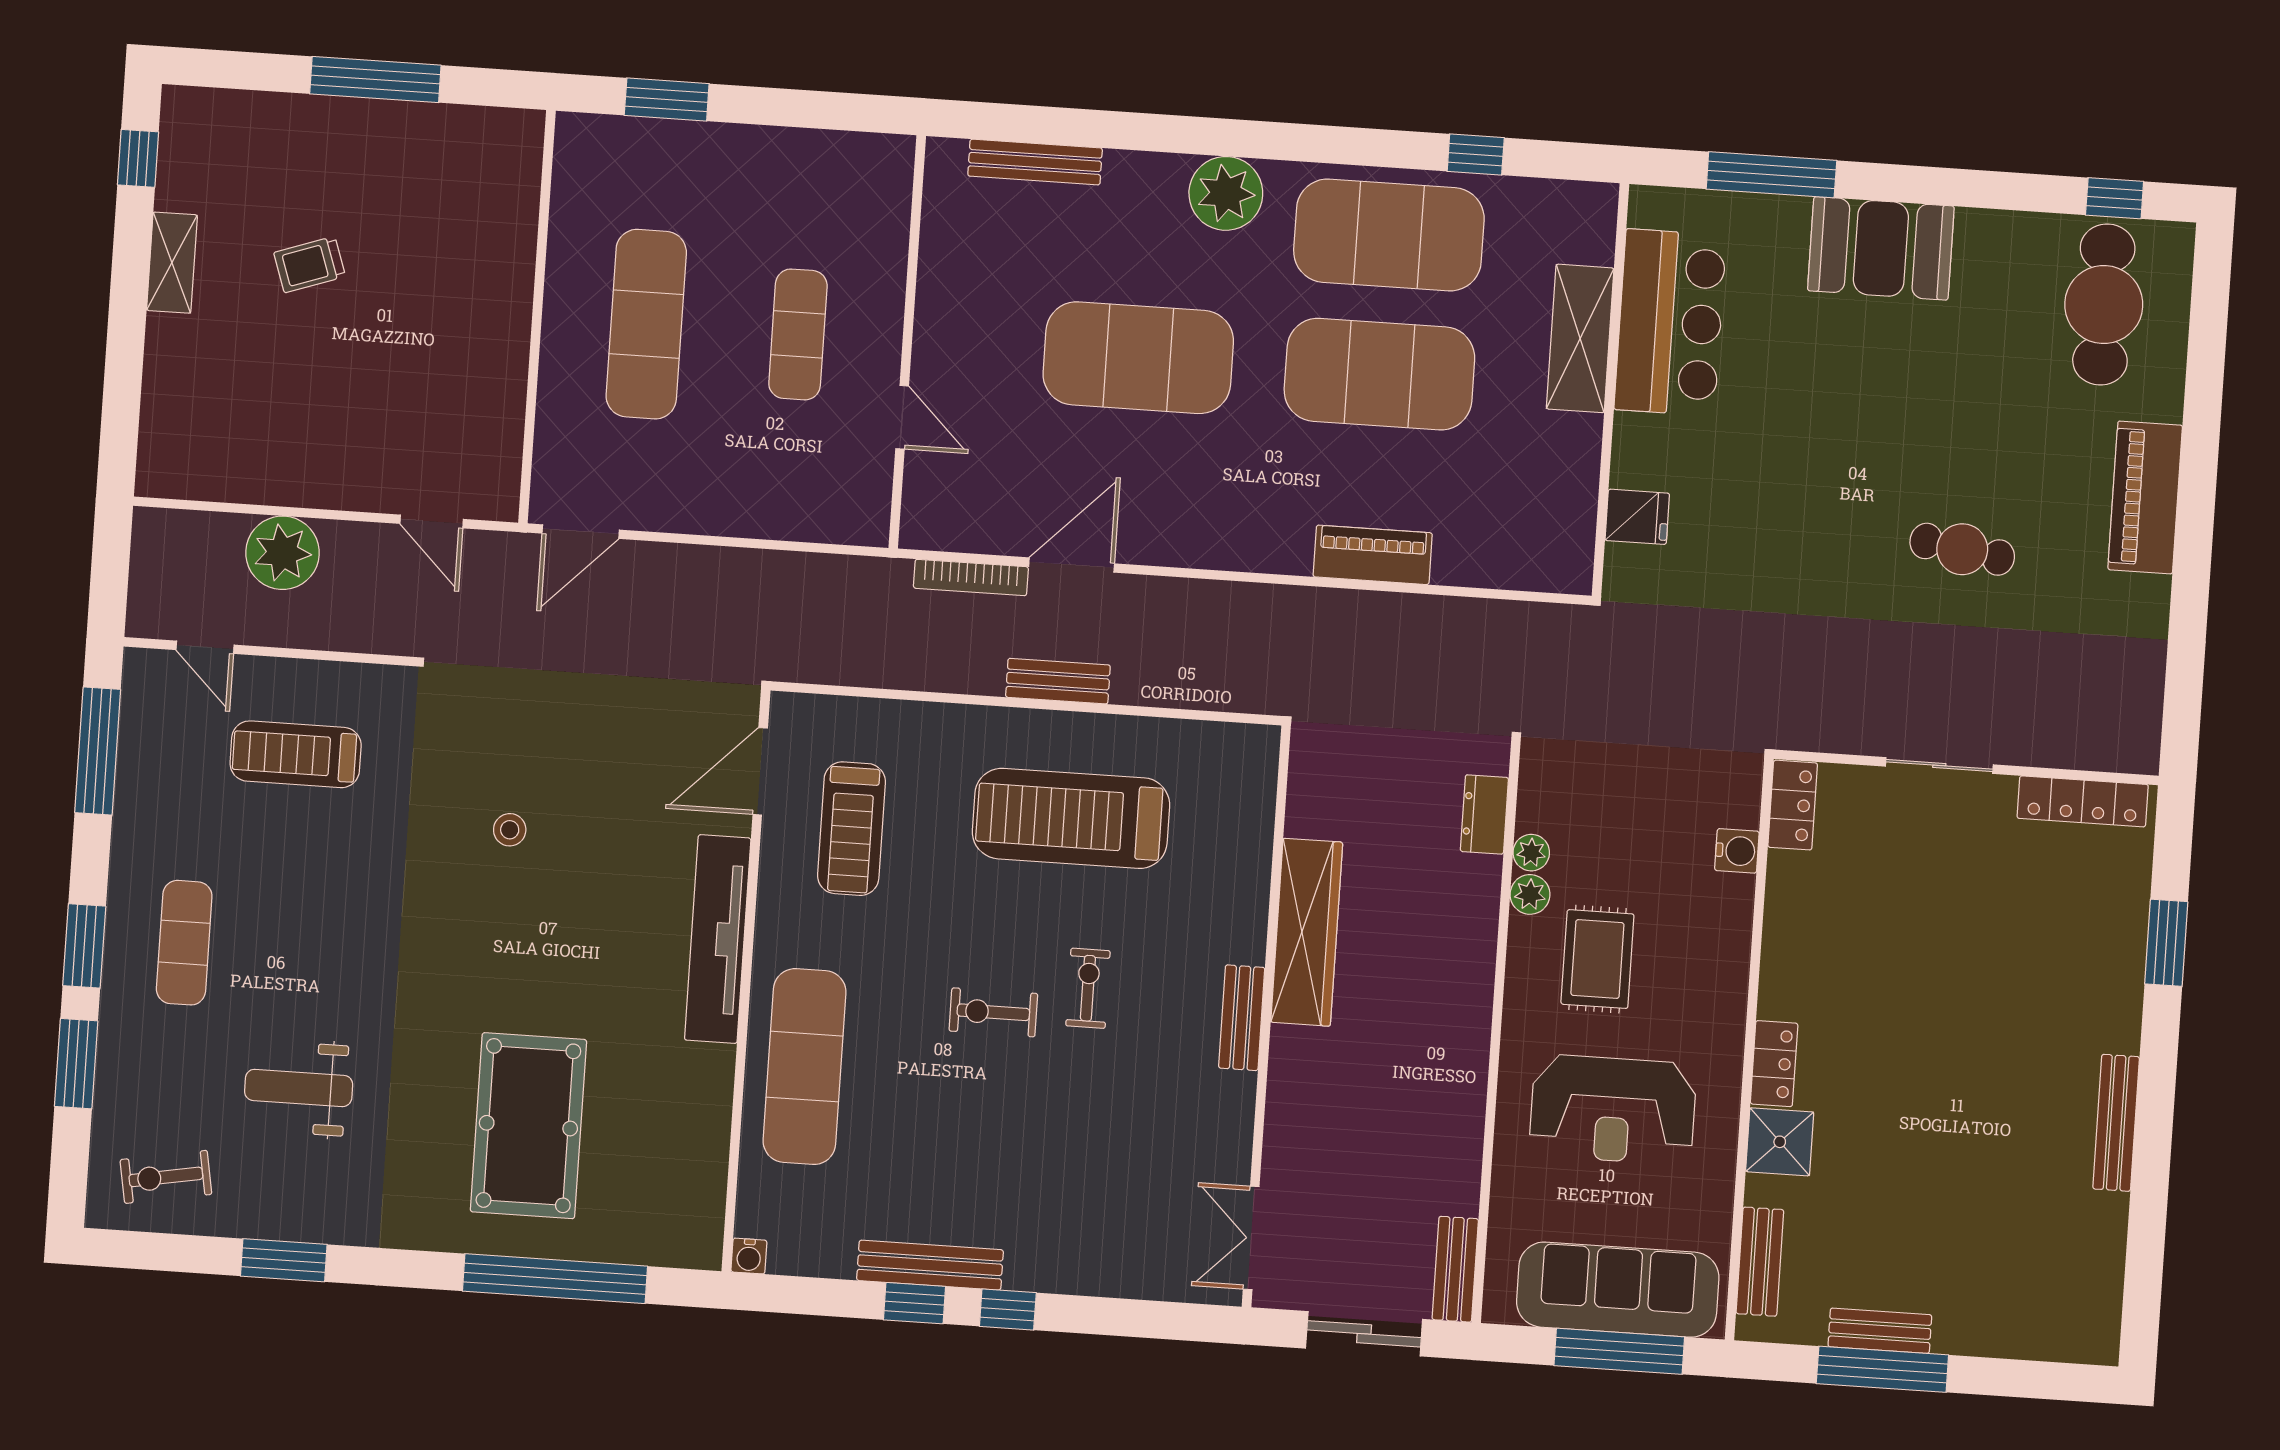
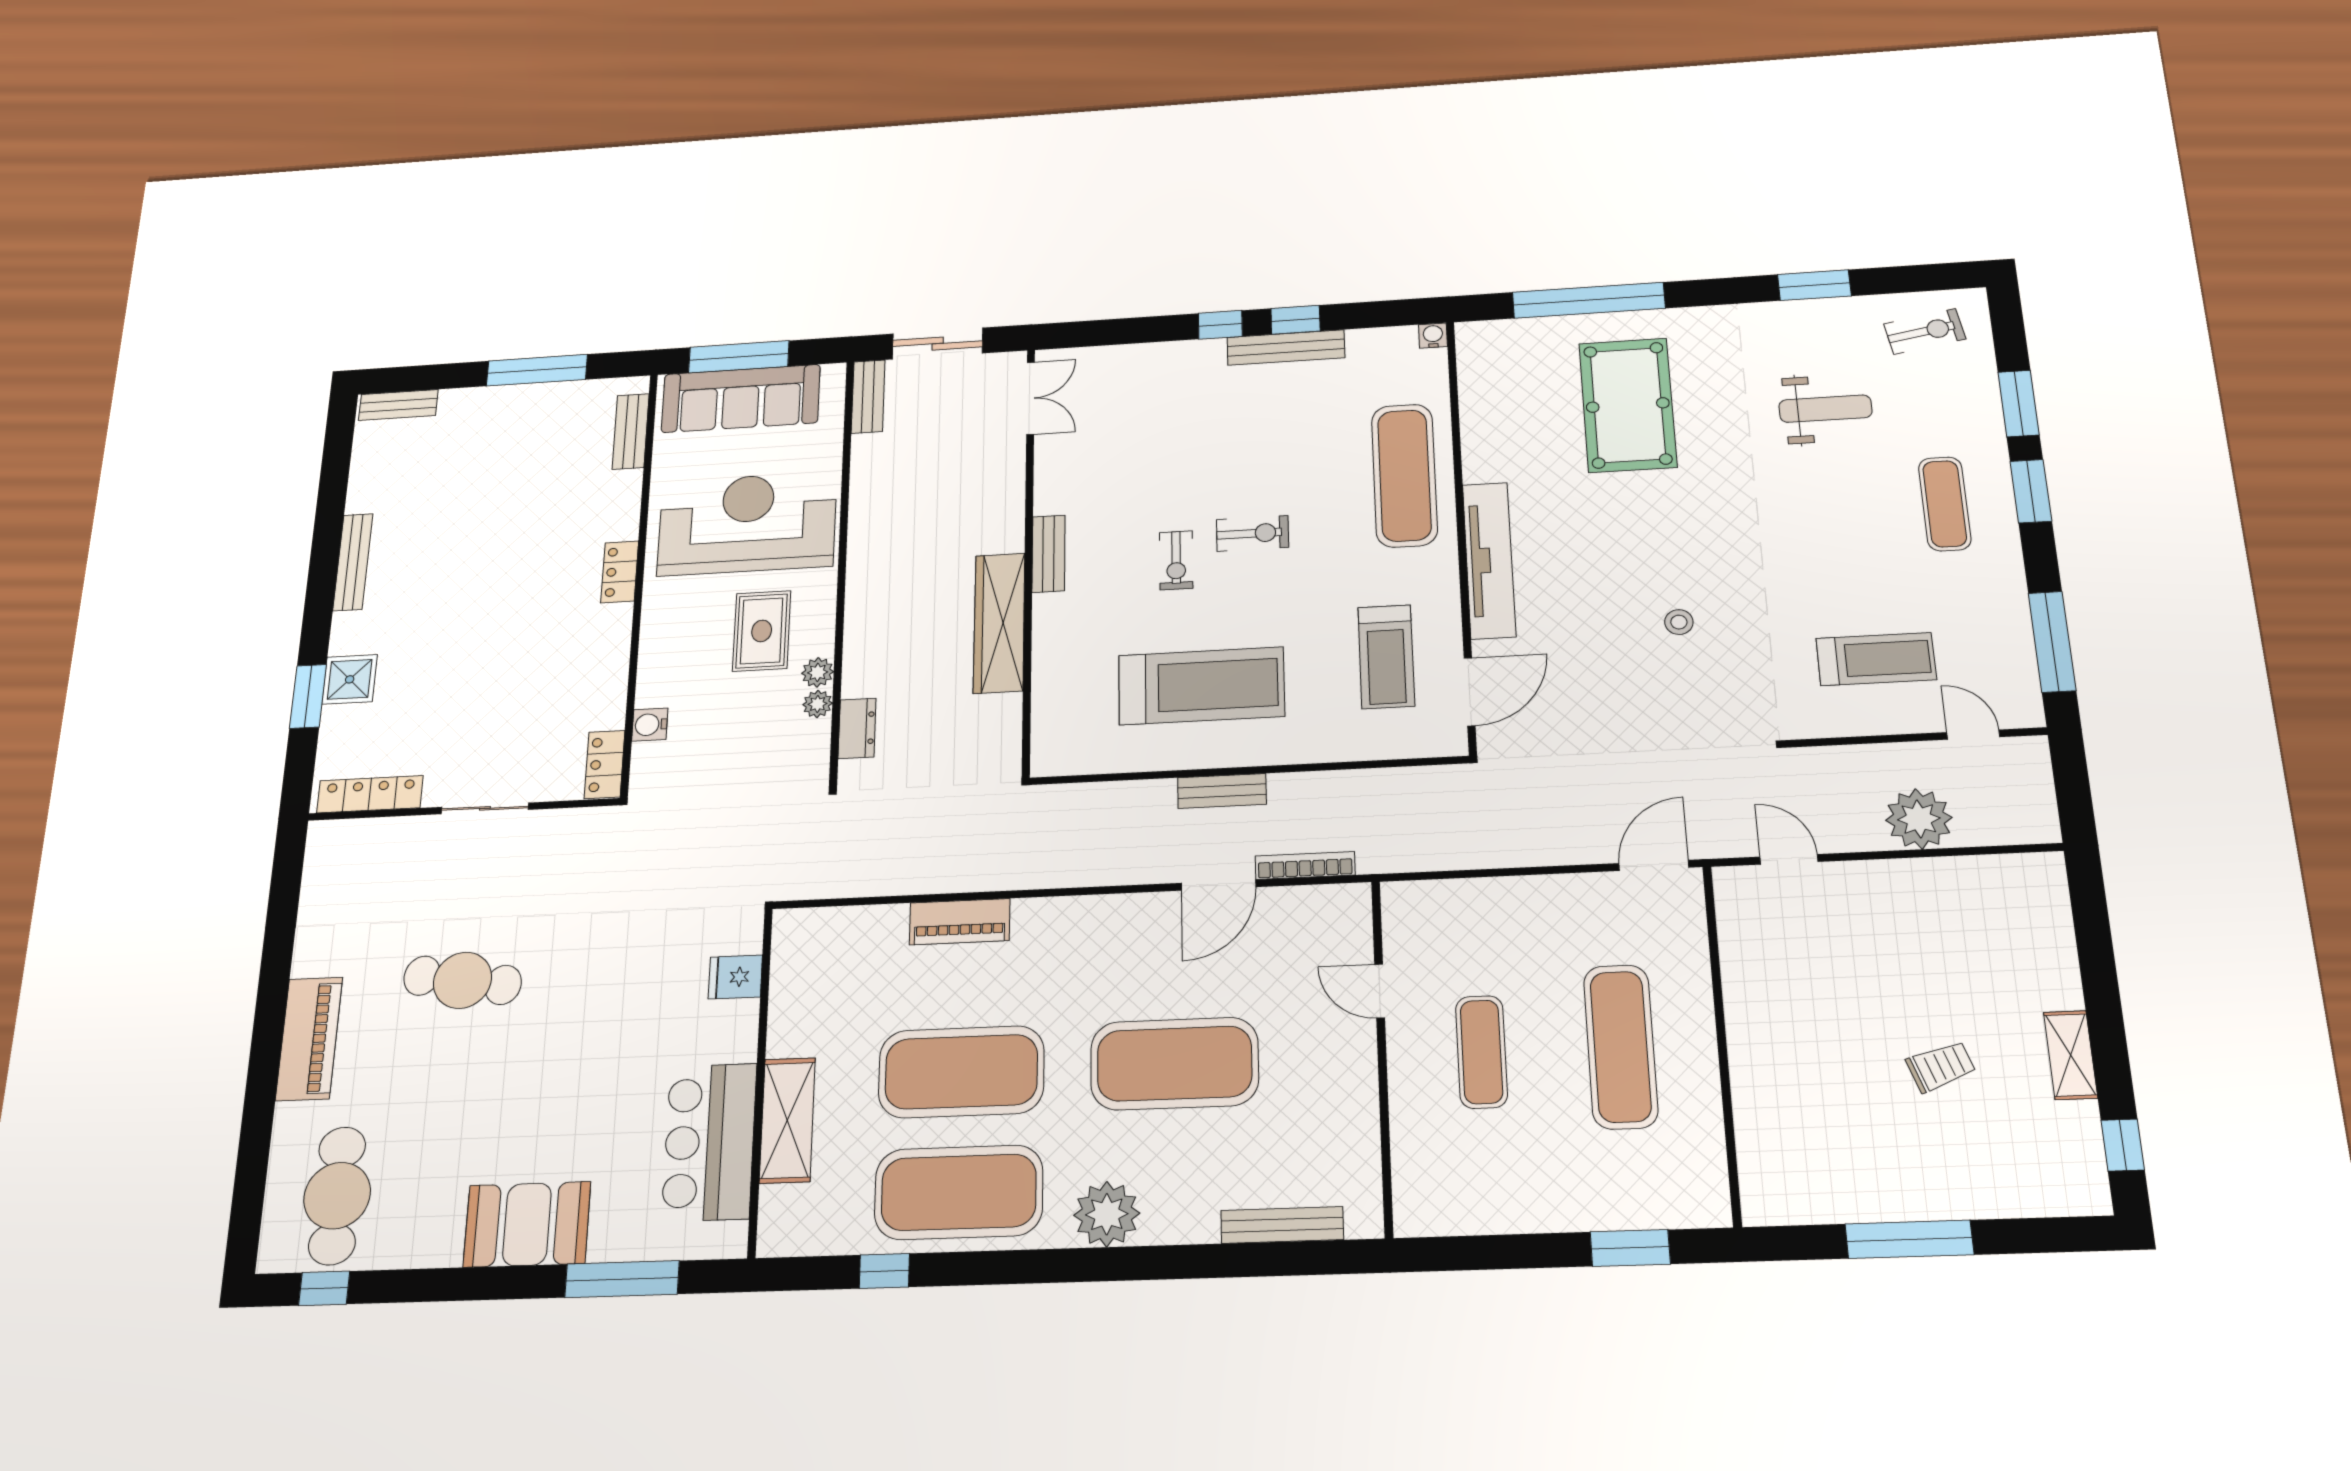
cafe table: (1962, 549) -> (462, 980), width x1.37, depth x1.35
treadmill: (851, 829) -> (1386, 657), turned 180
reception desk: (1613, 1110) -> (747, 524), width x1.36, depth x1.30
shower: (1780, 1142) -> (350, 679), moved
bench: (1880, 1331) -> (398, 405), moved

